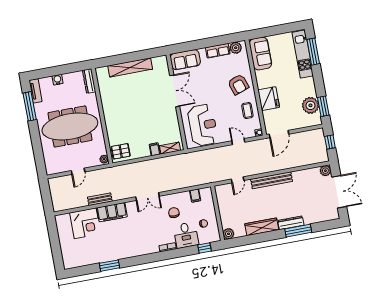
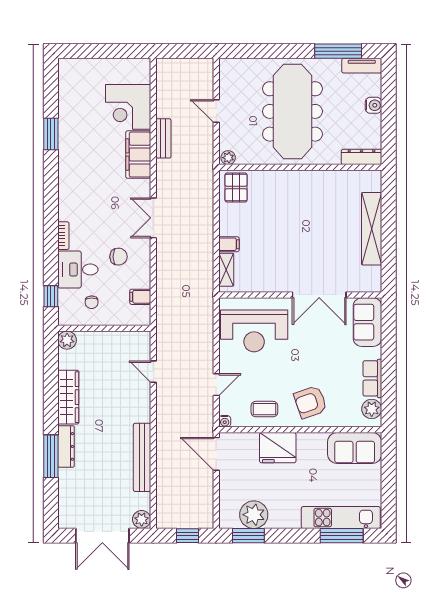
bench: (272, 180) -> (142, 457), moved

